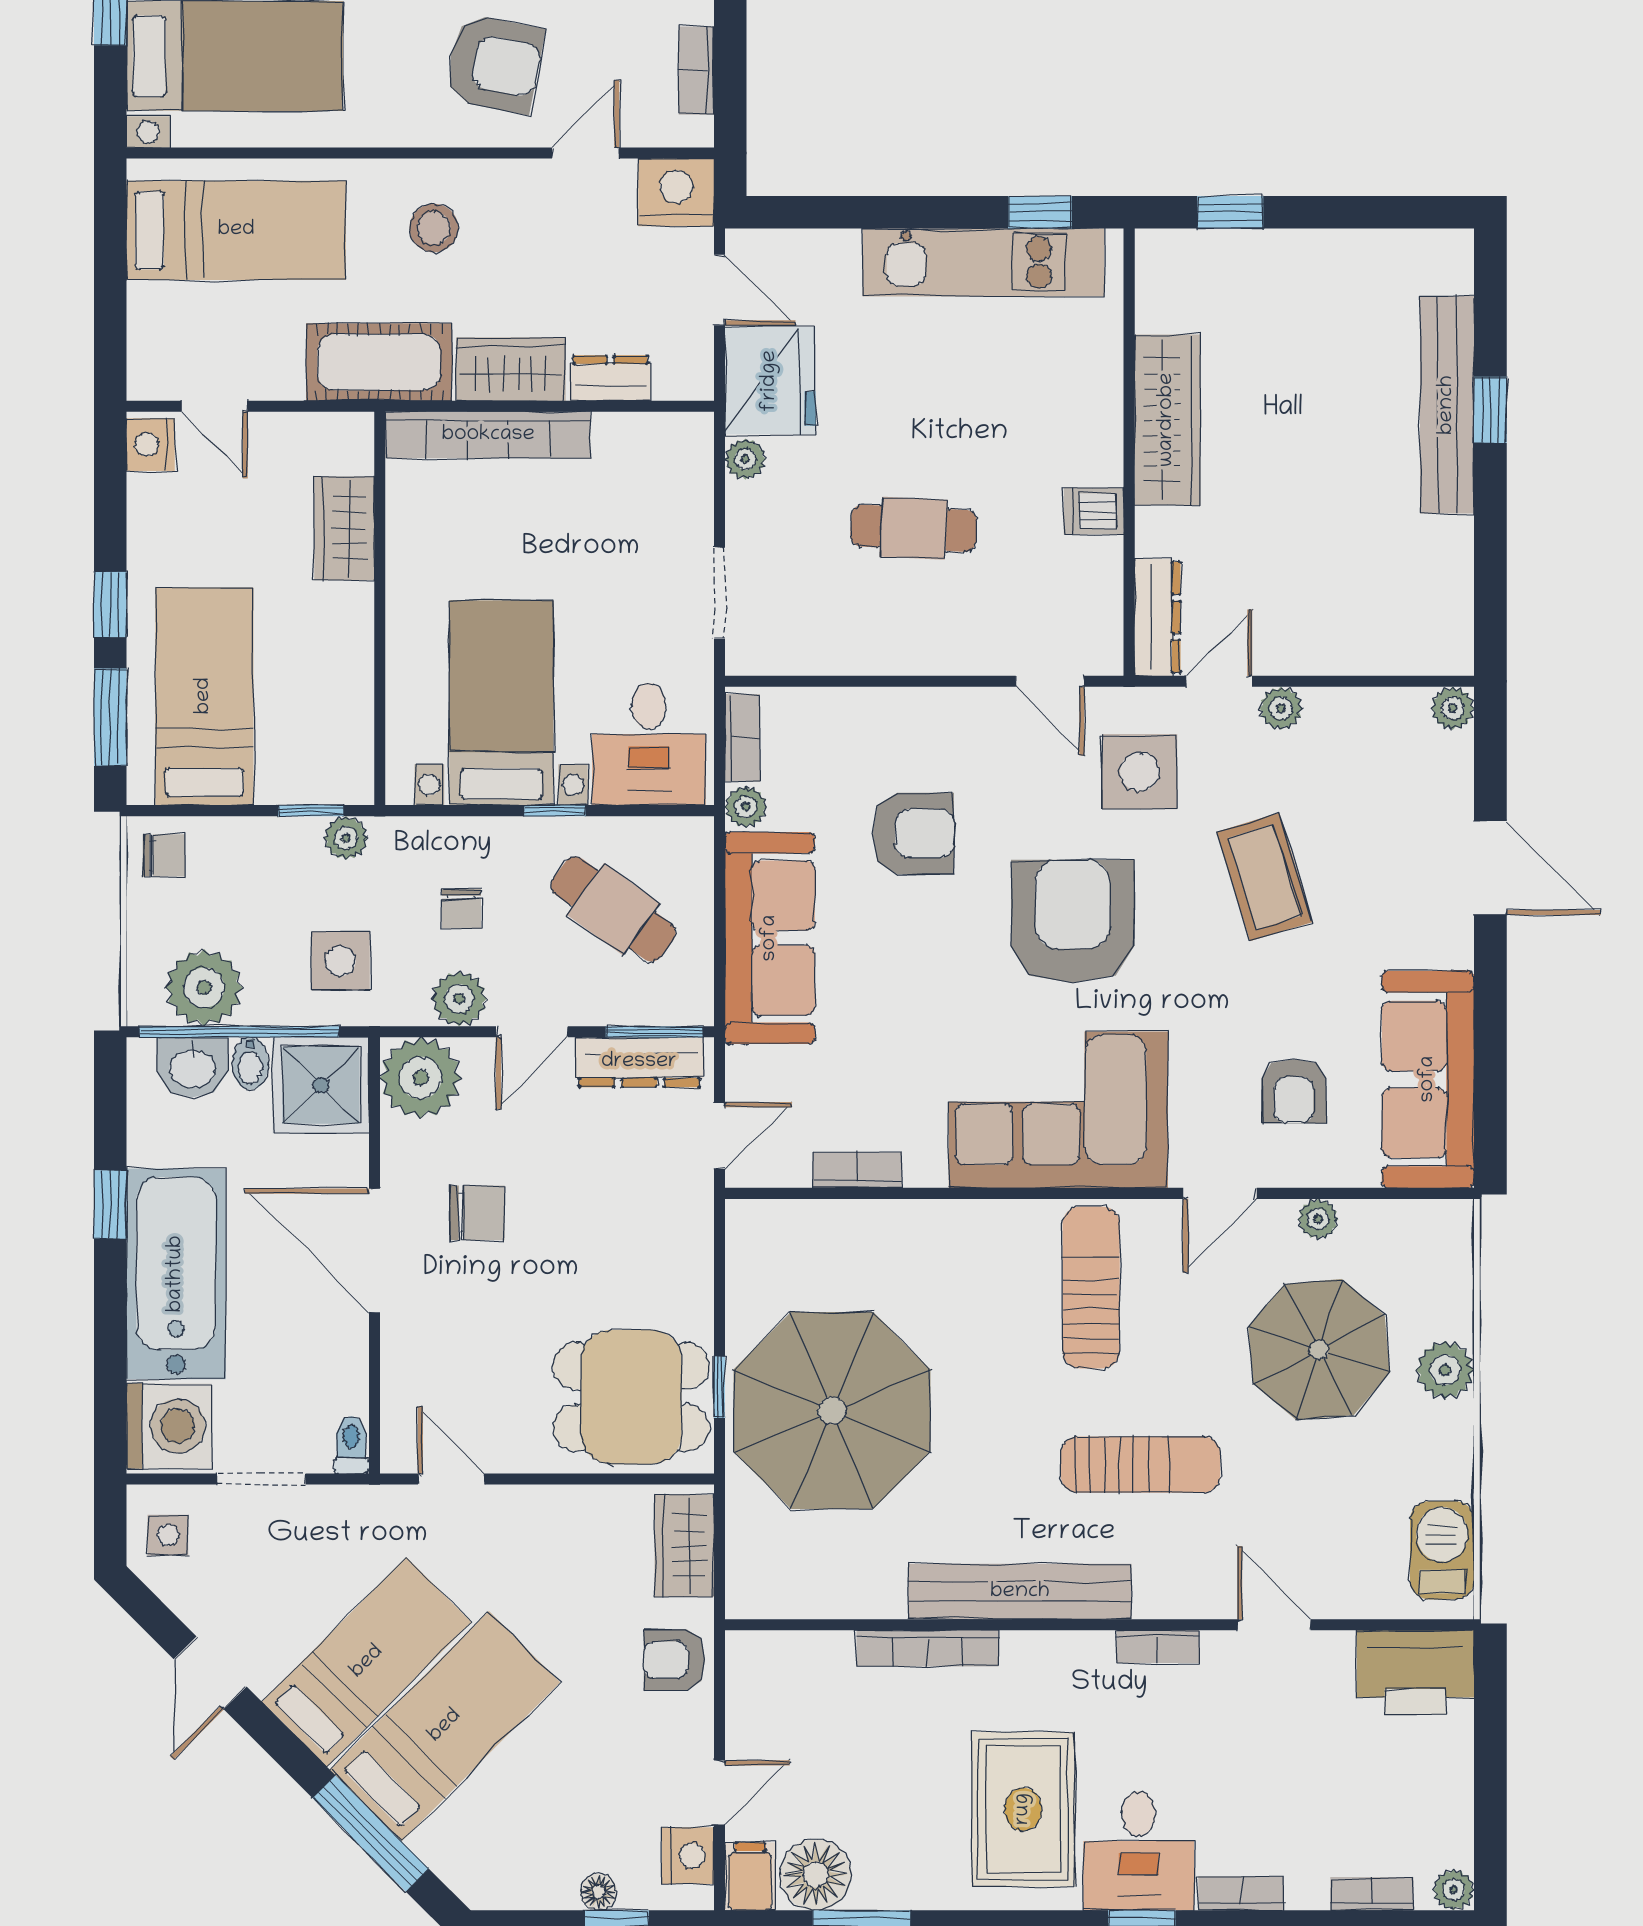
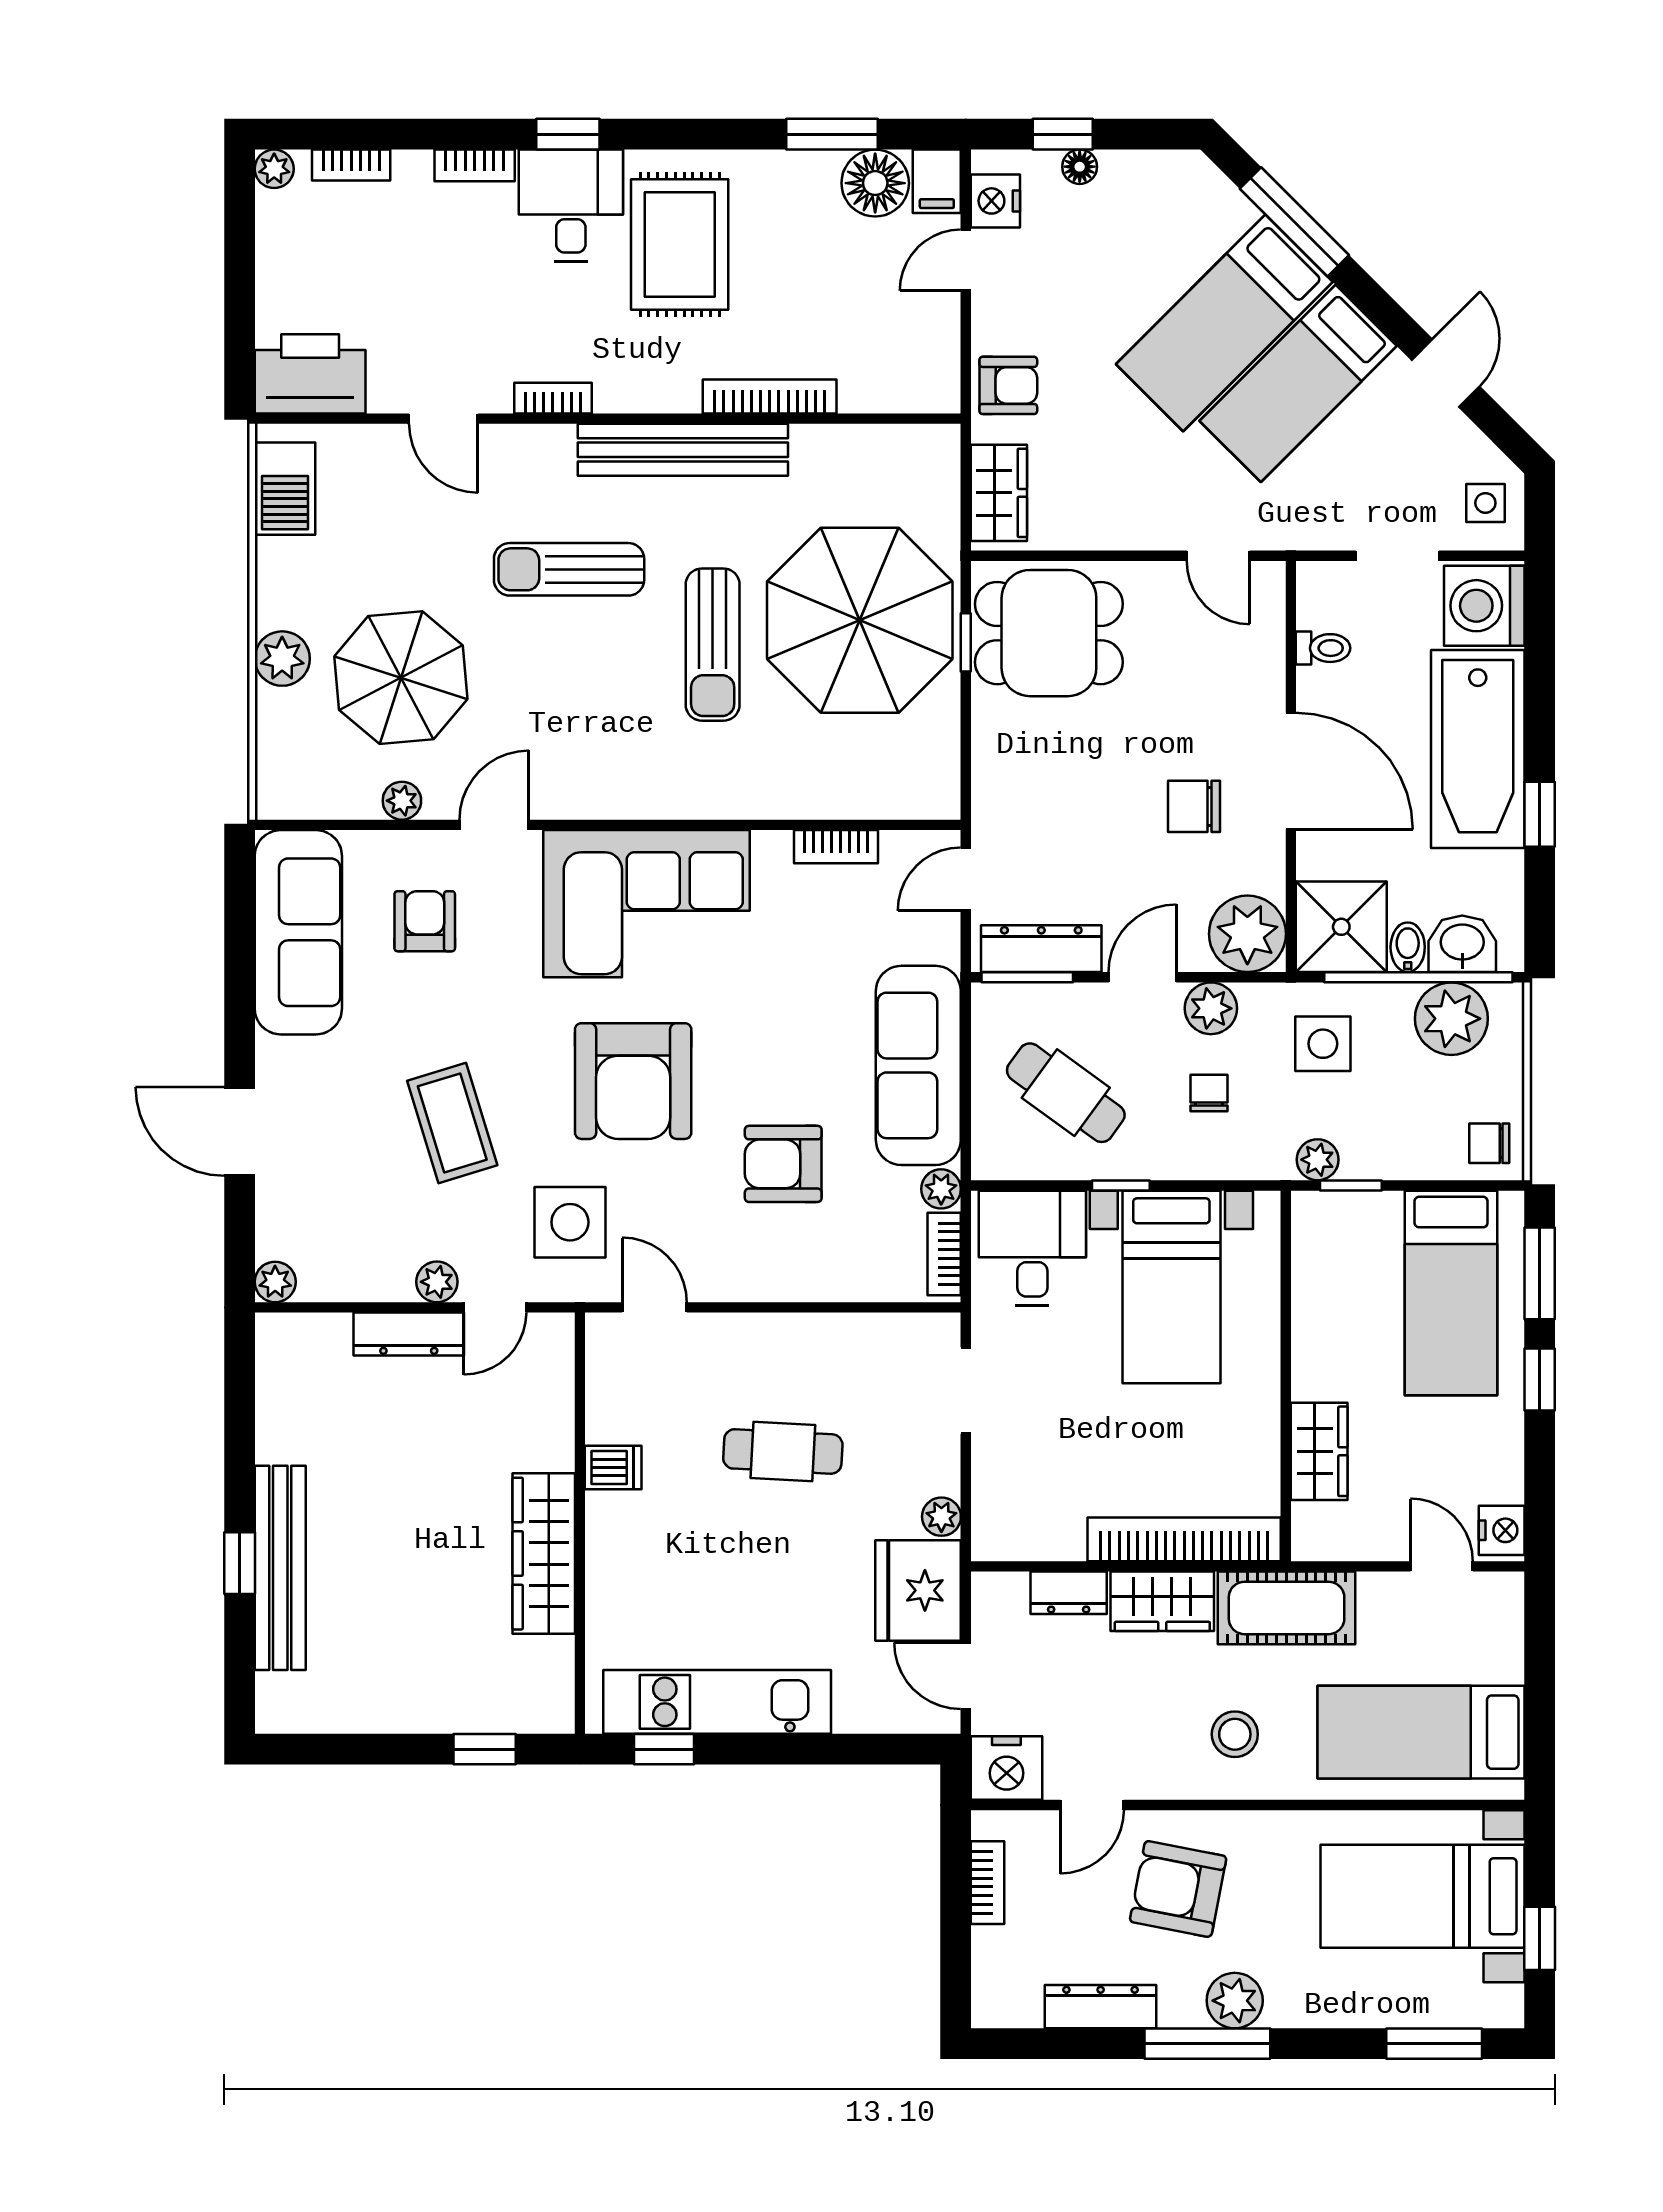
dresser: (1157, 617) -> (409, 1334), moved, turned -90
sun lounger: (1091, 1287) -> (713, 645), moved
toilet: (351, 1445) -> (1323, 648), moved, turned -90

